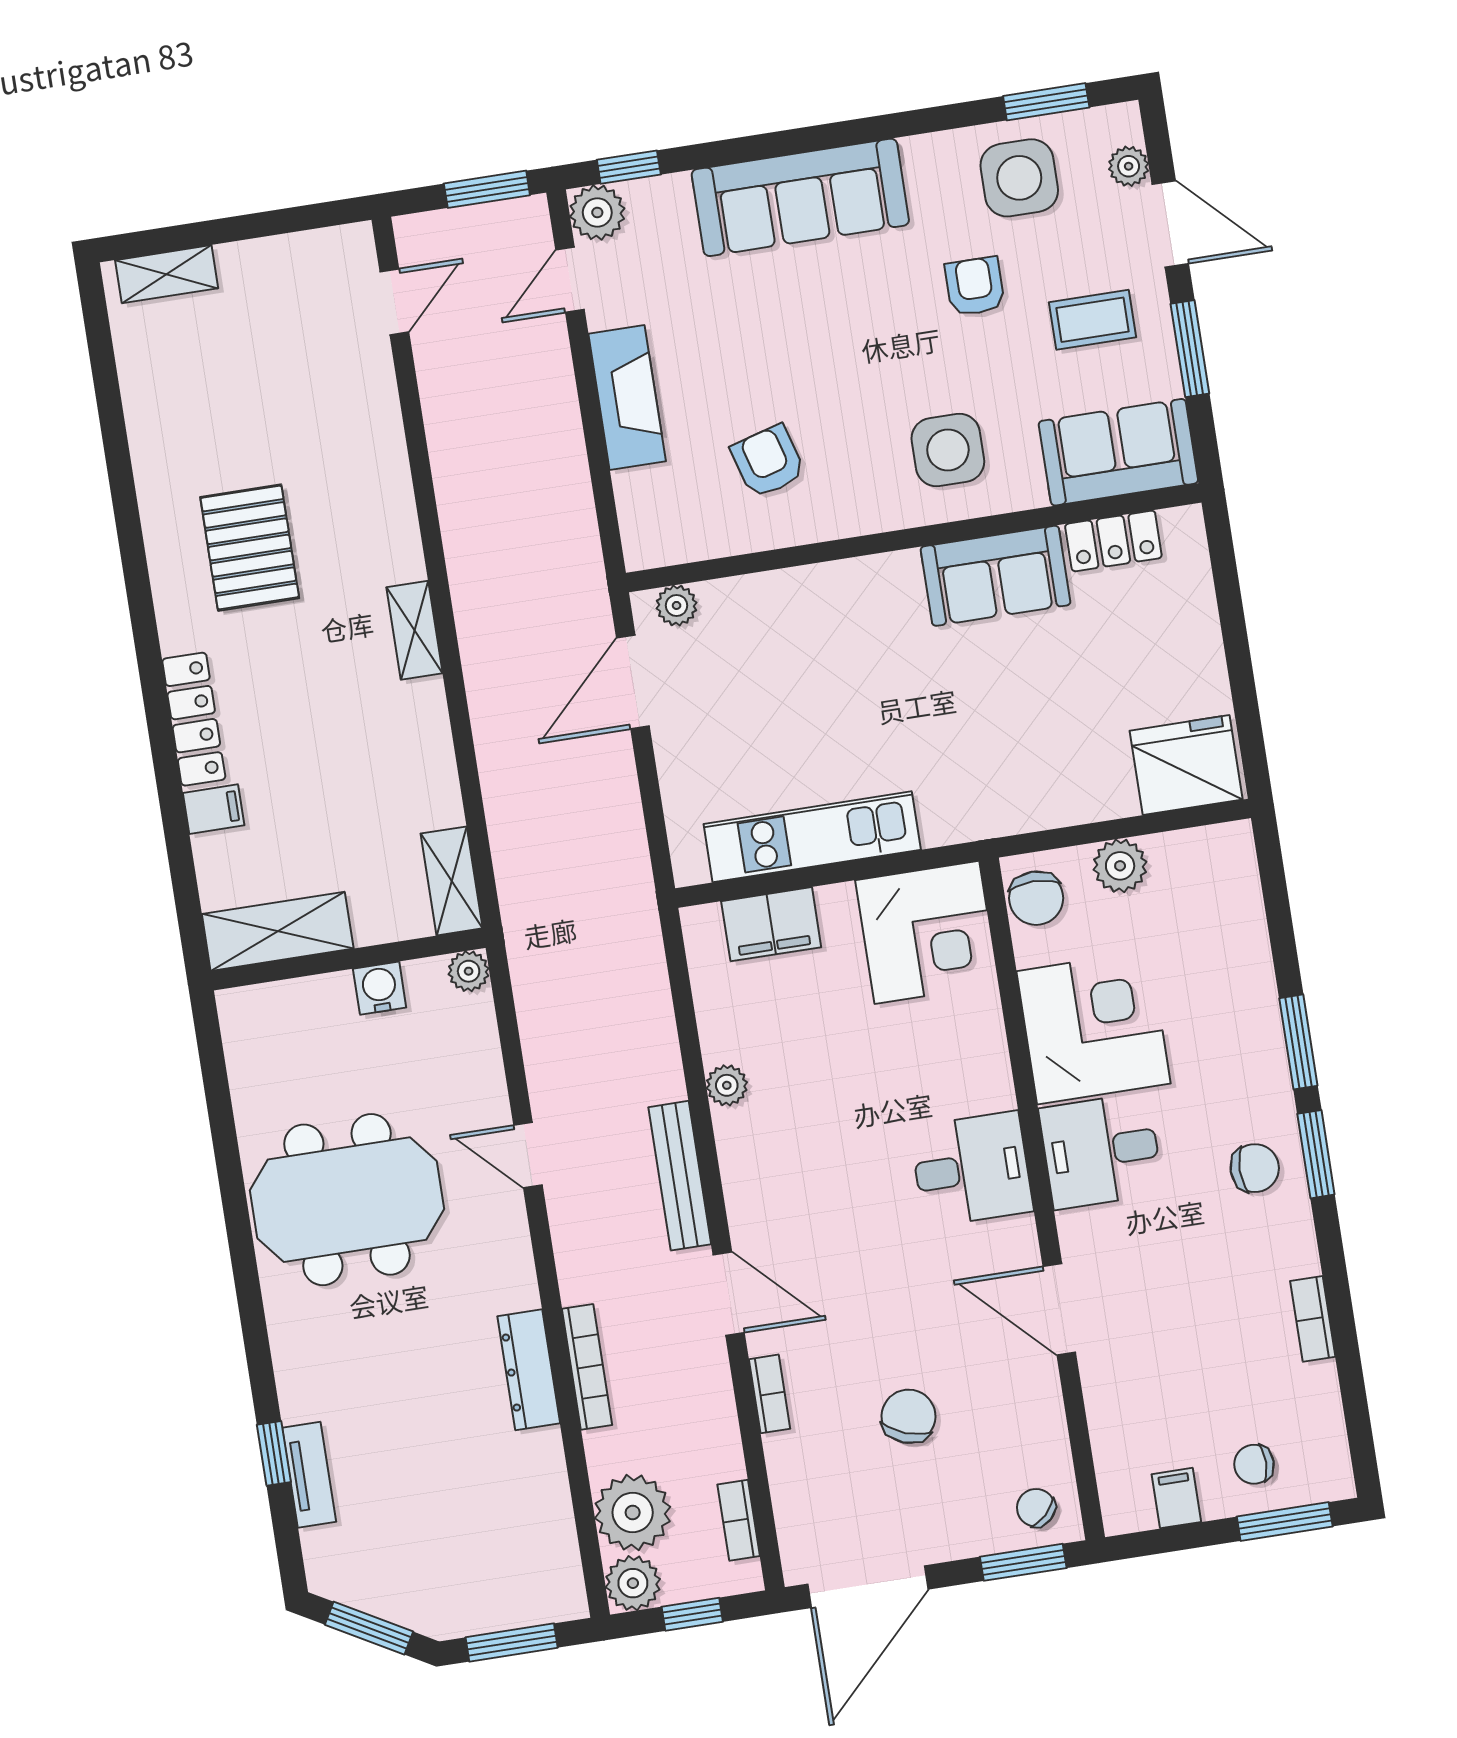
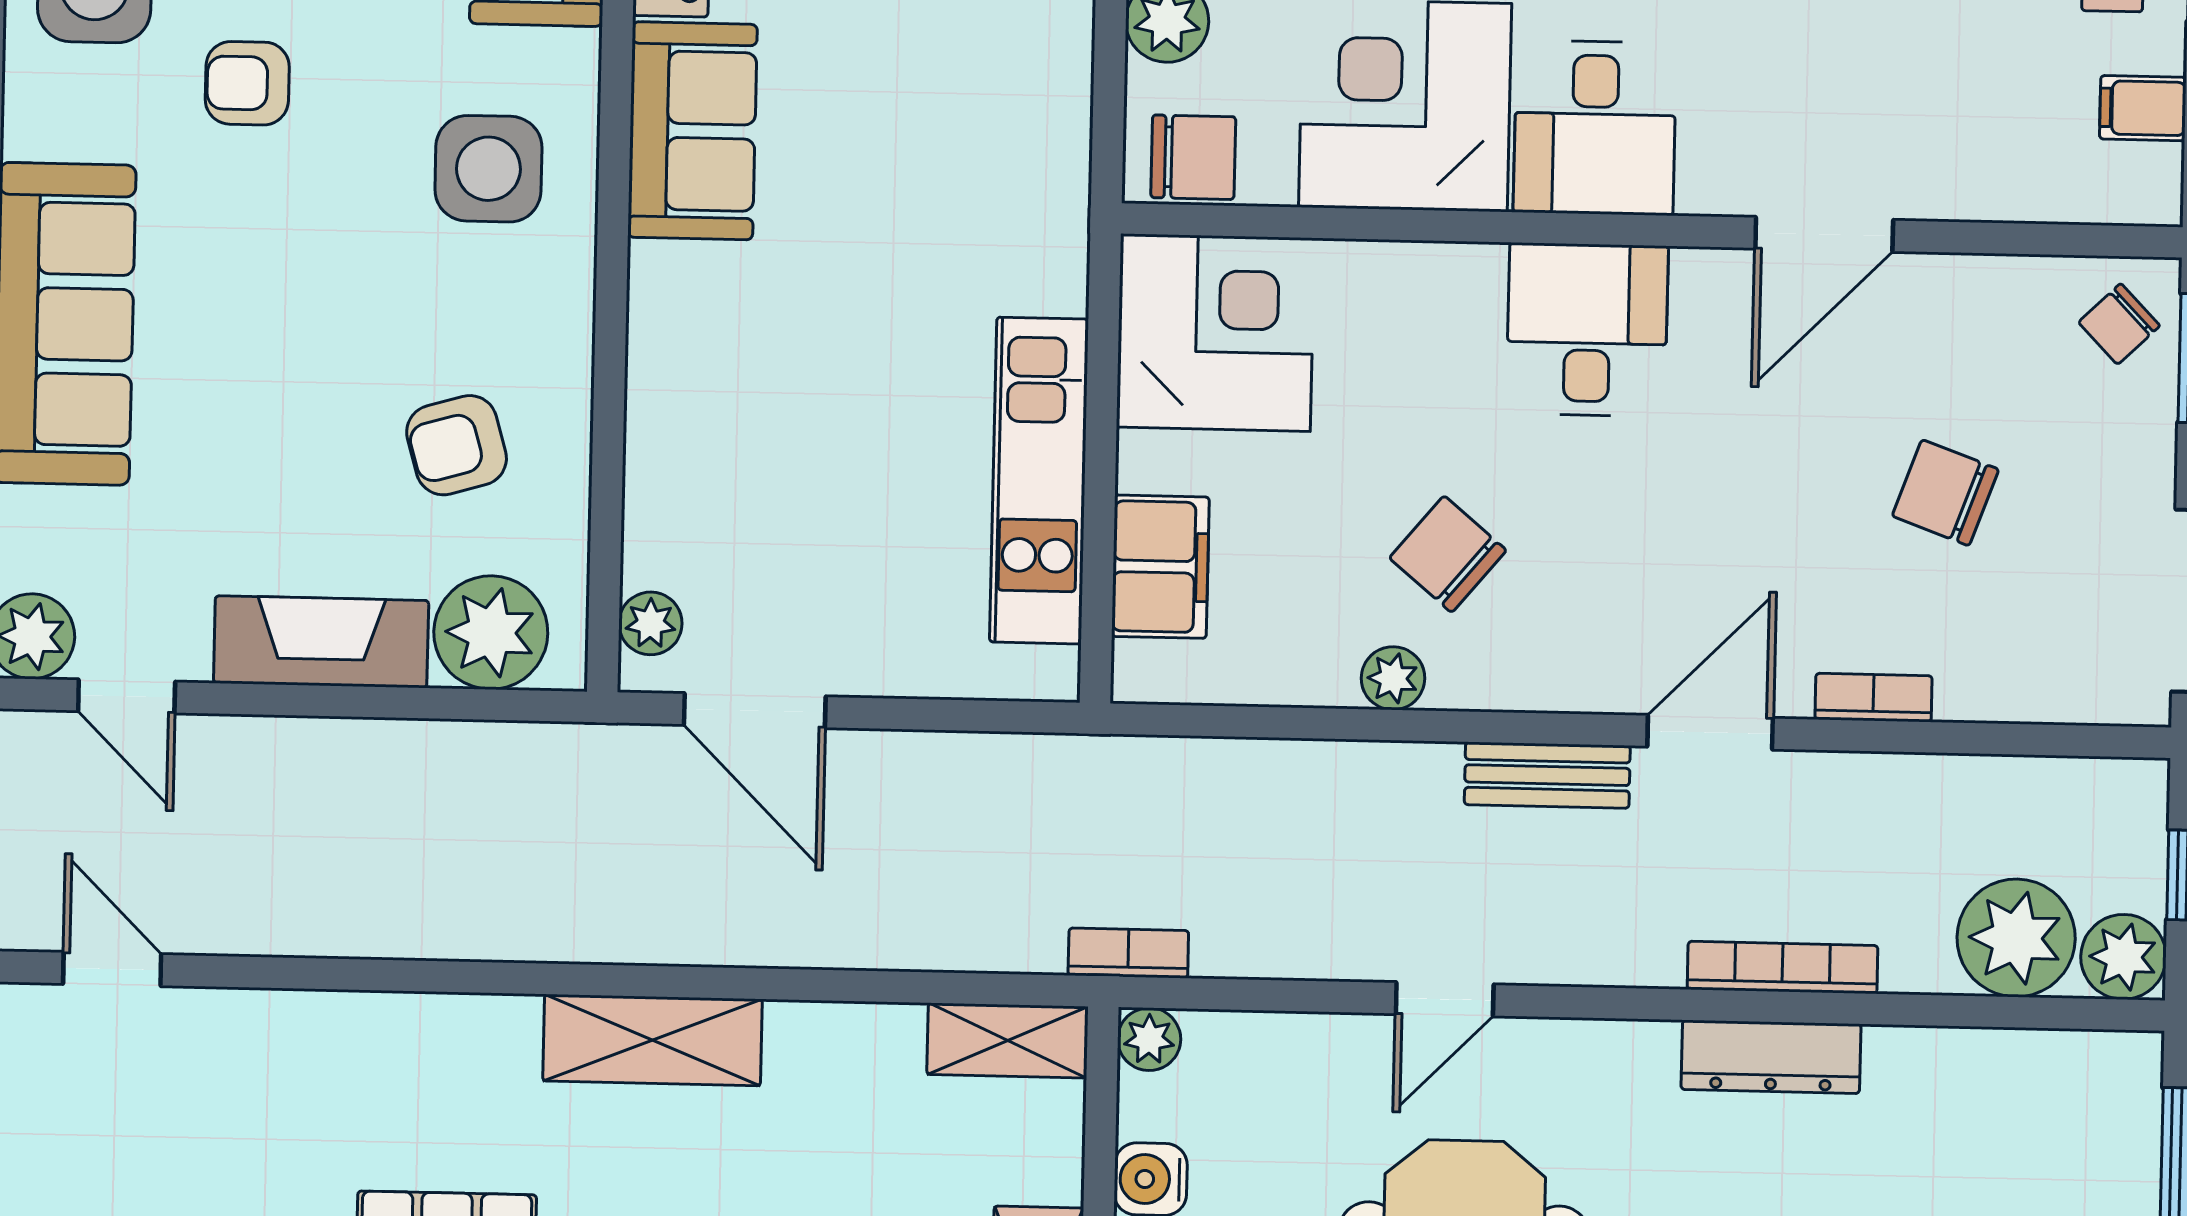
plant: (652, 505) -> (491, 633), added
shelving: (414, 630) -> (652, 1040), width x1.50, depth x1.33
chair: (812, 1106) -> (1448, 554), added
bench: (680, 1176) -> (1547, 775), width x0.73
bookcase: (739, 1520) -> (1128, 953), moved, turned 180

